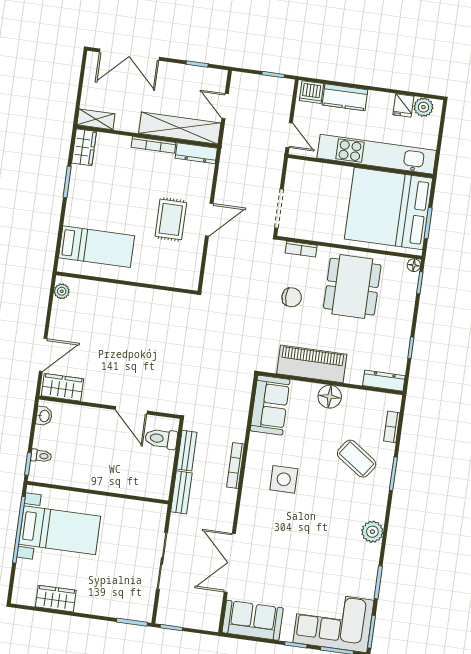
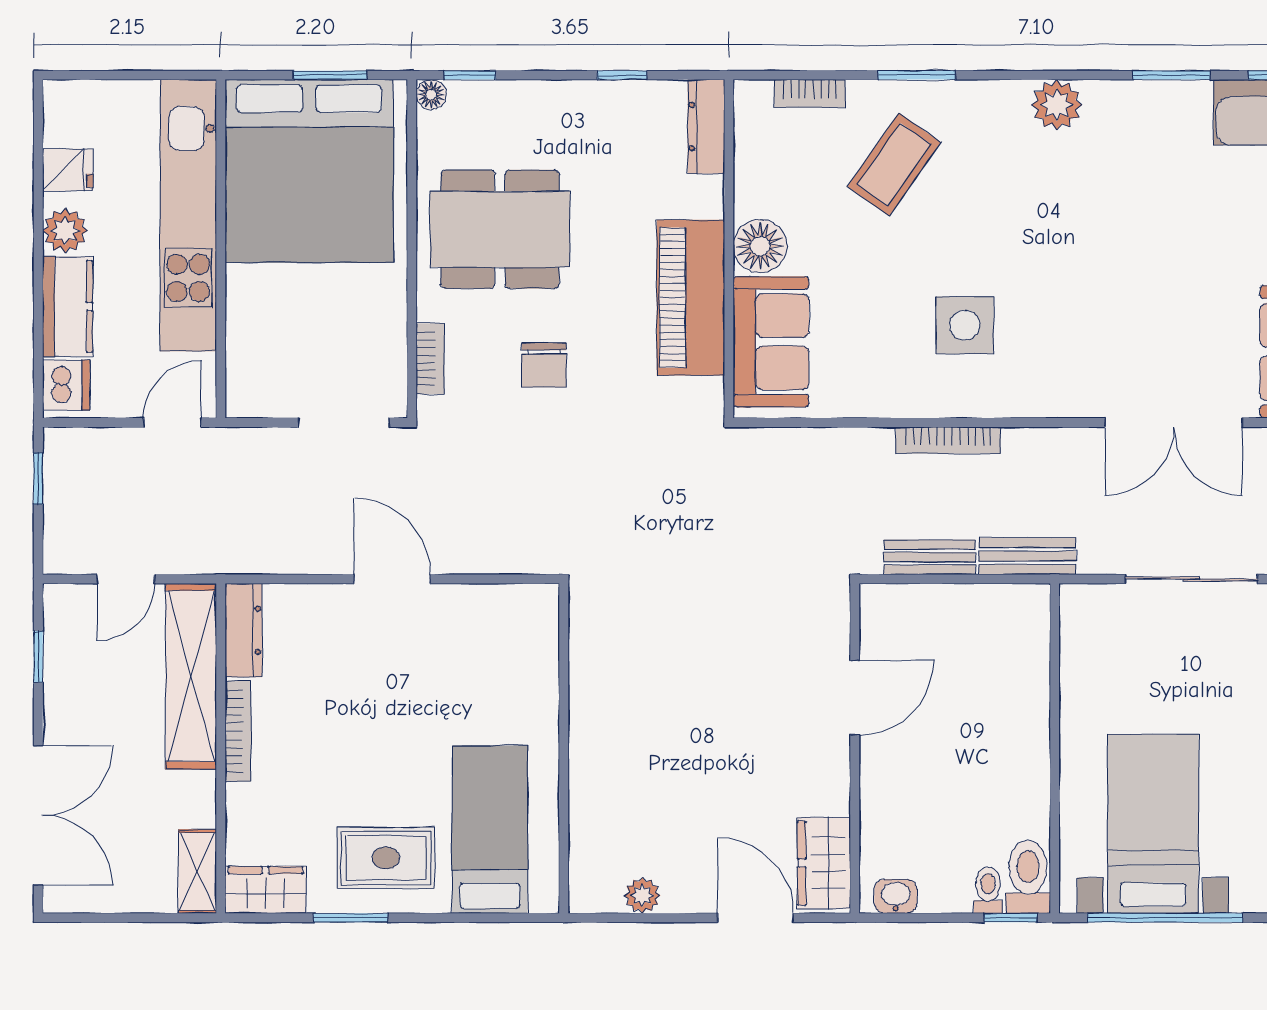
plant: (423, 107) -> (65, 231), moved
rug: (171, 219) -> (386, 858), moved
plant: (62, 291) -> (642, 895), moved
chair: (292, 297) -> (544, 365), turned 180
sofa: (270, 405) -> (771, 342), moved, turned 90
toilet: (161, 439) -> (1028, 877), moved, turned 180

